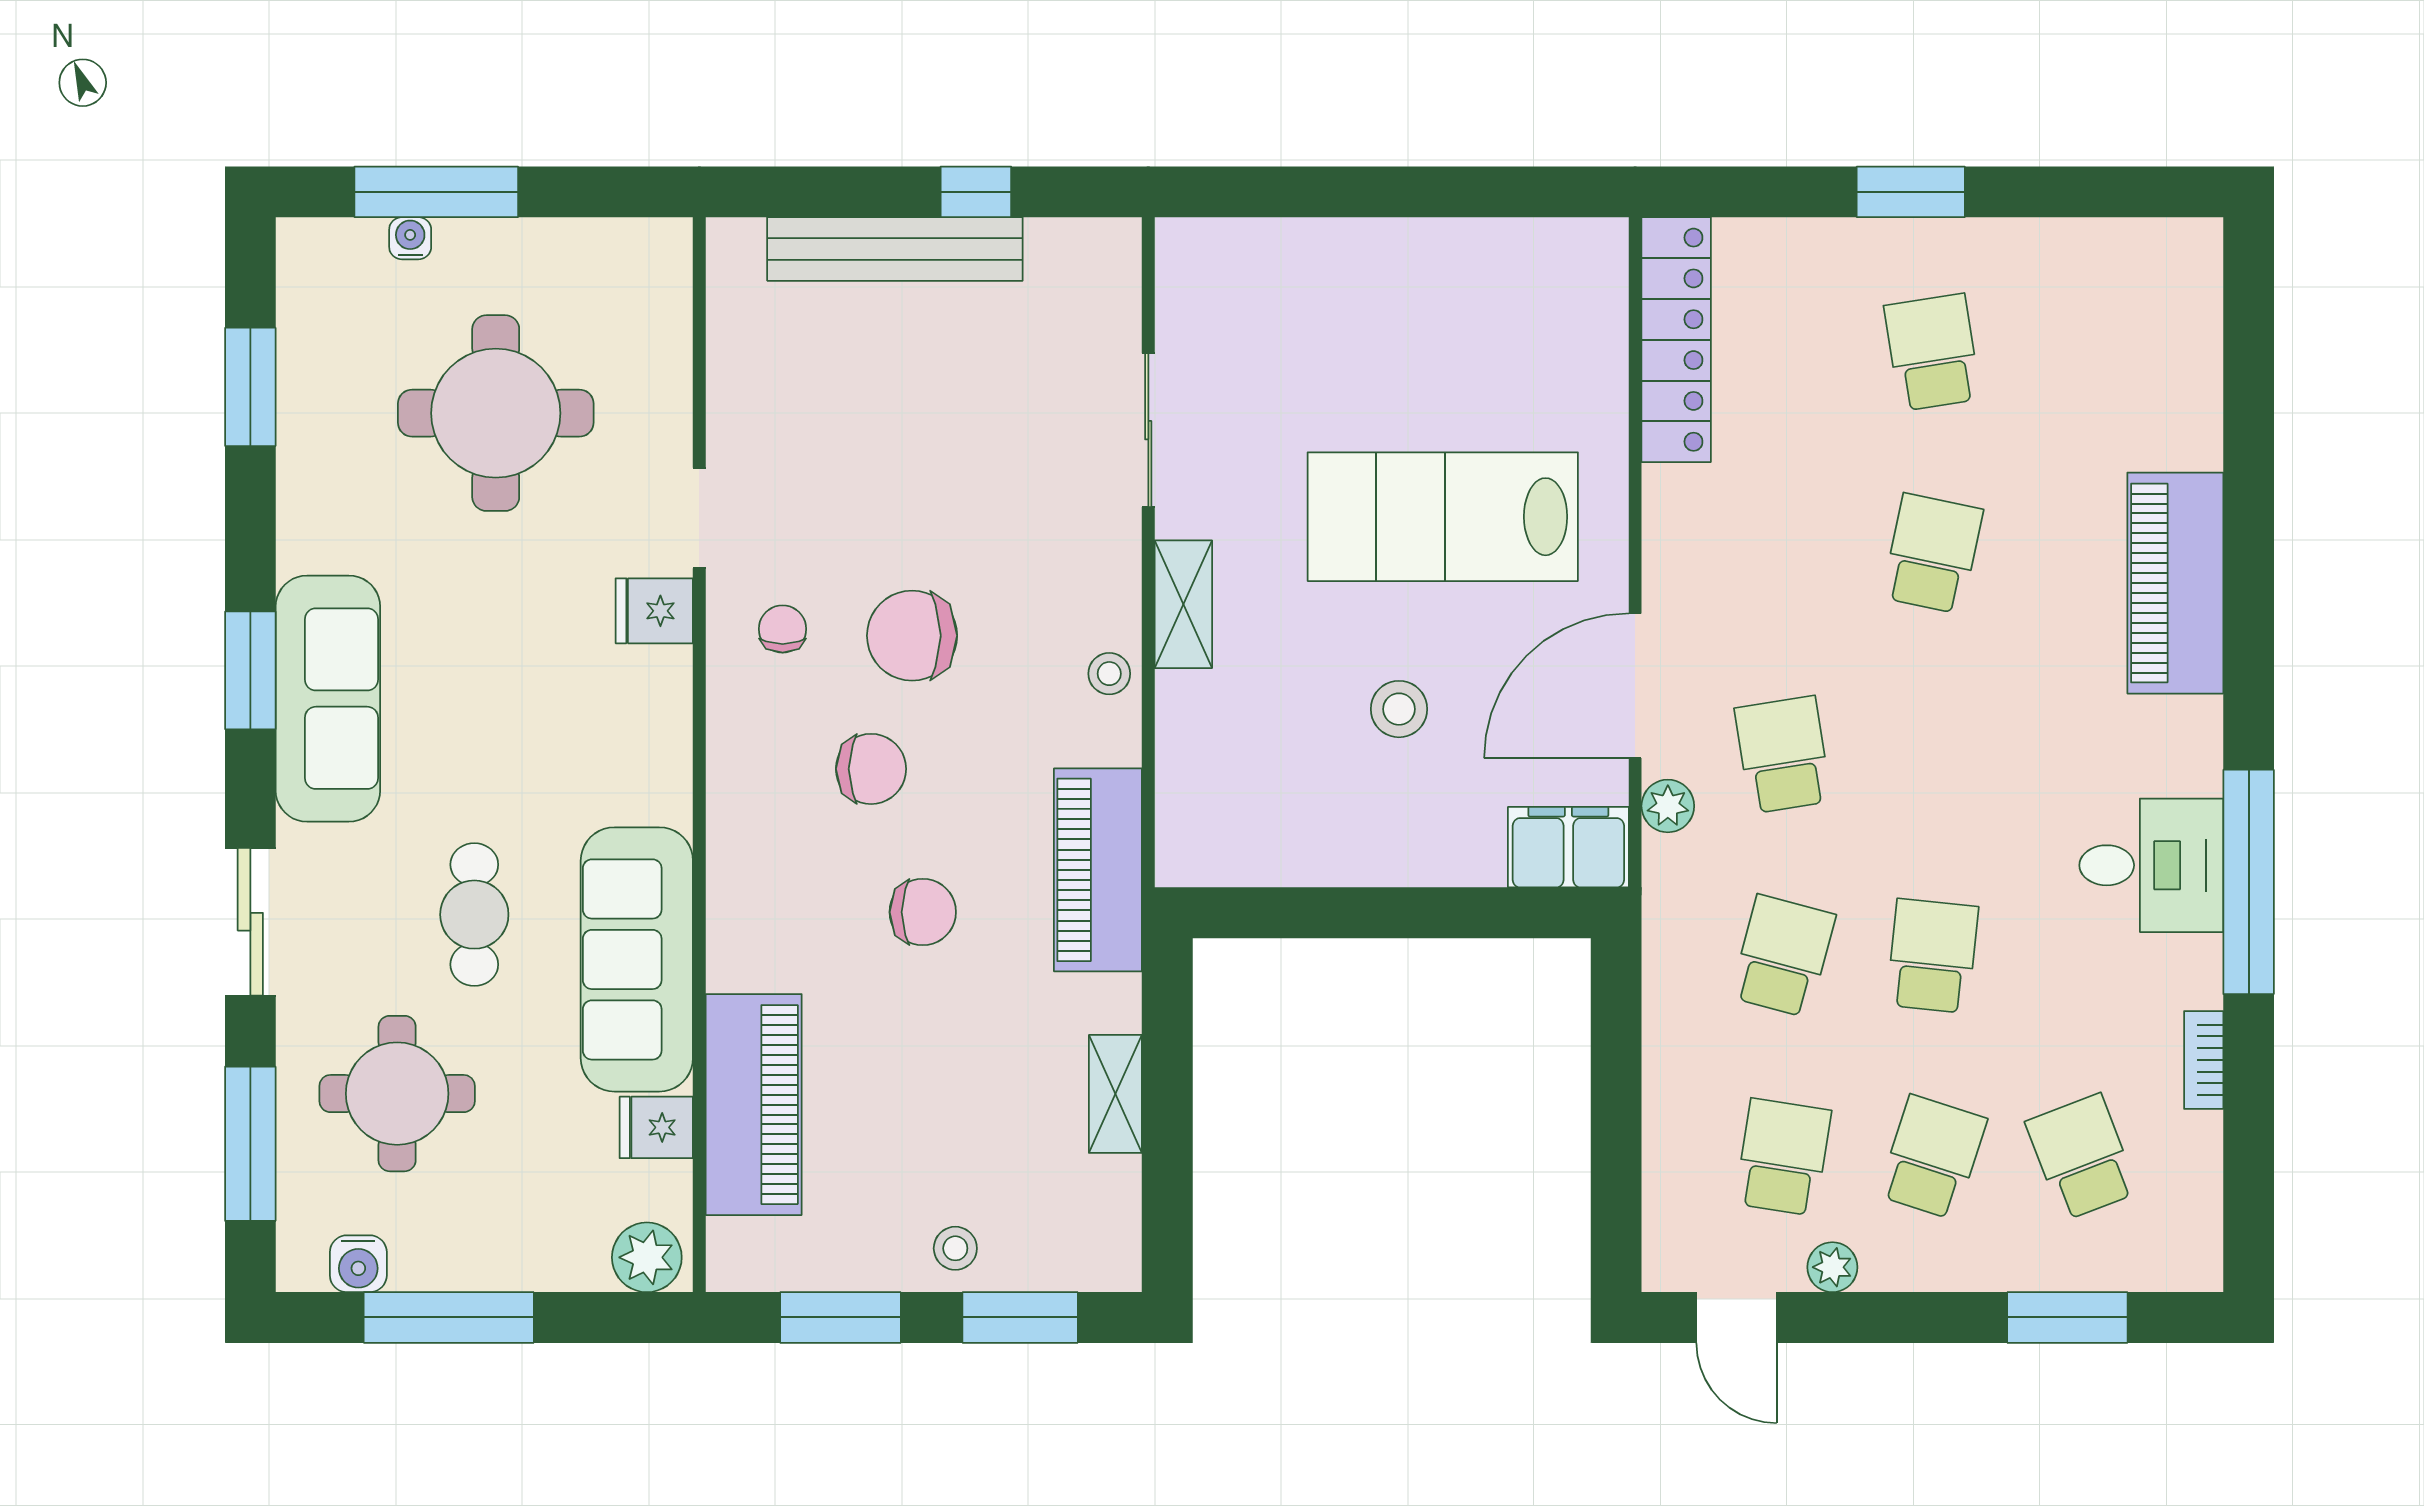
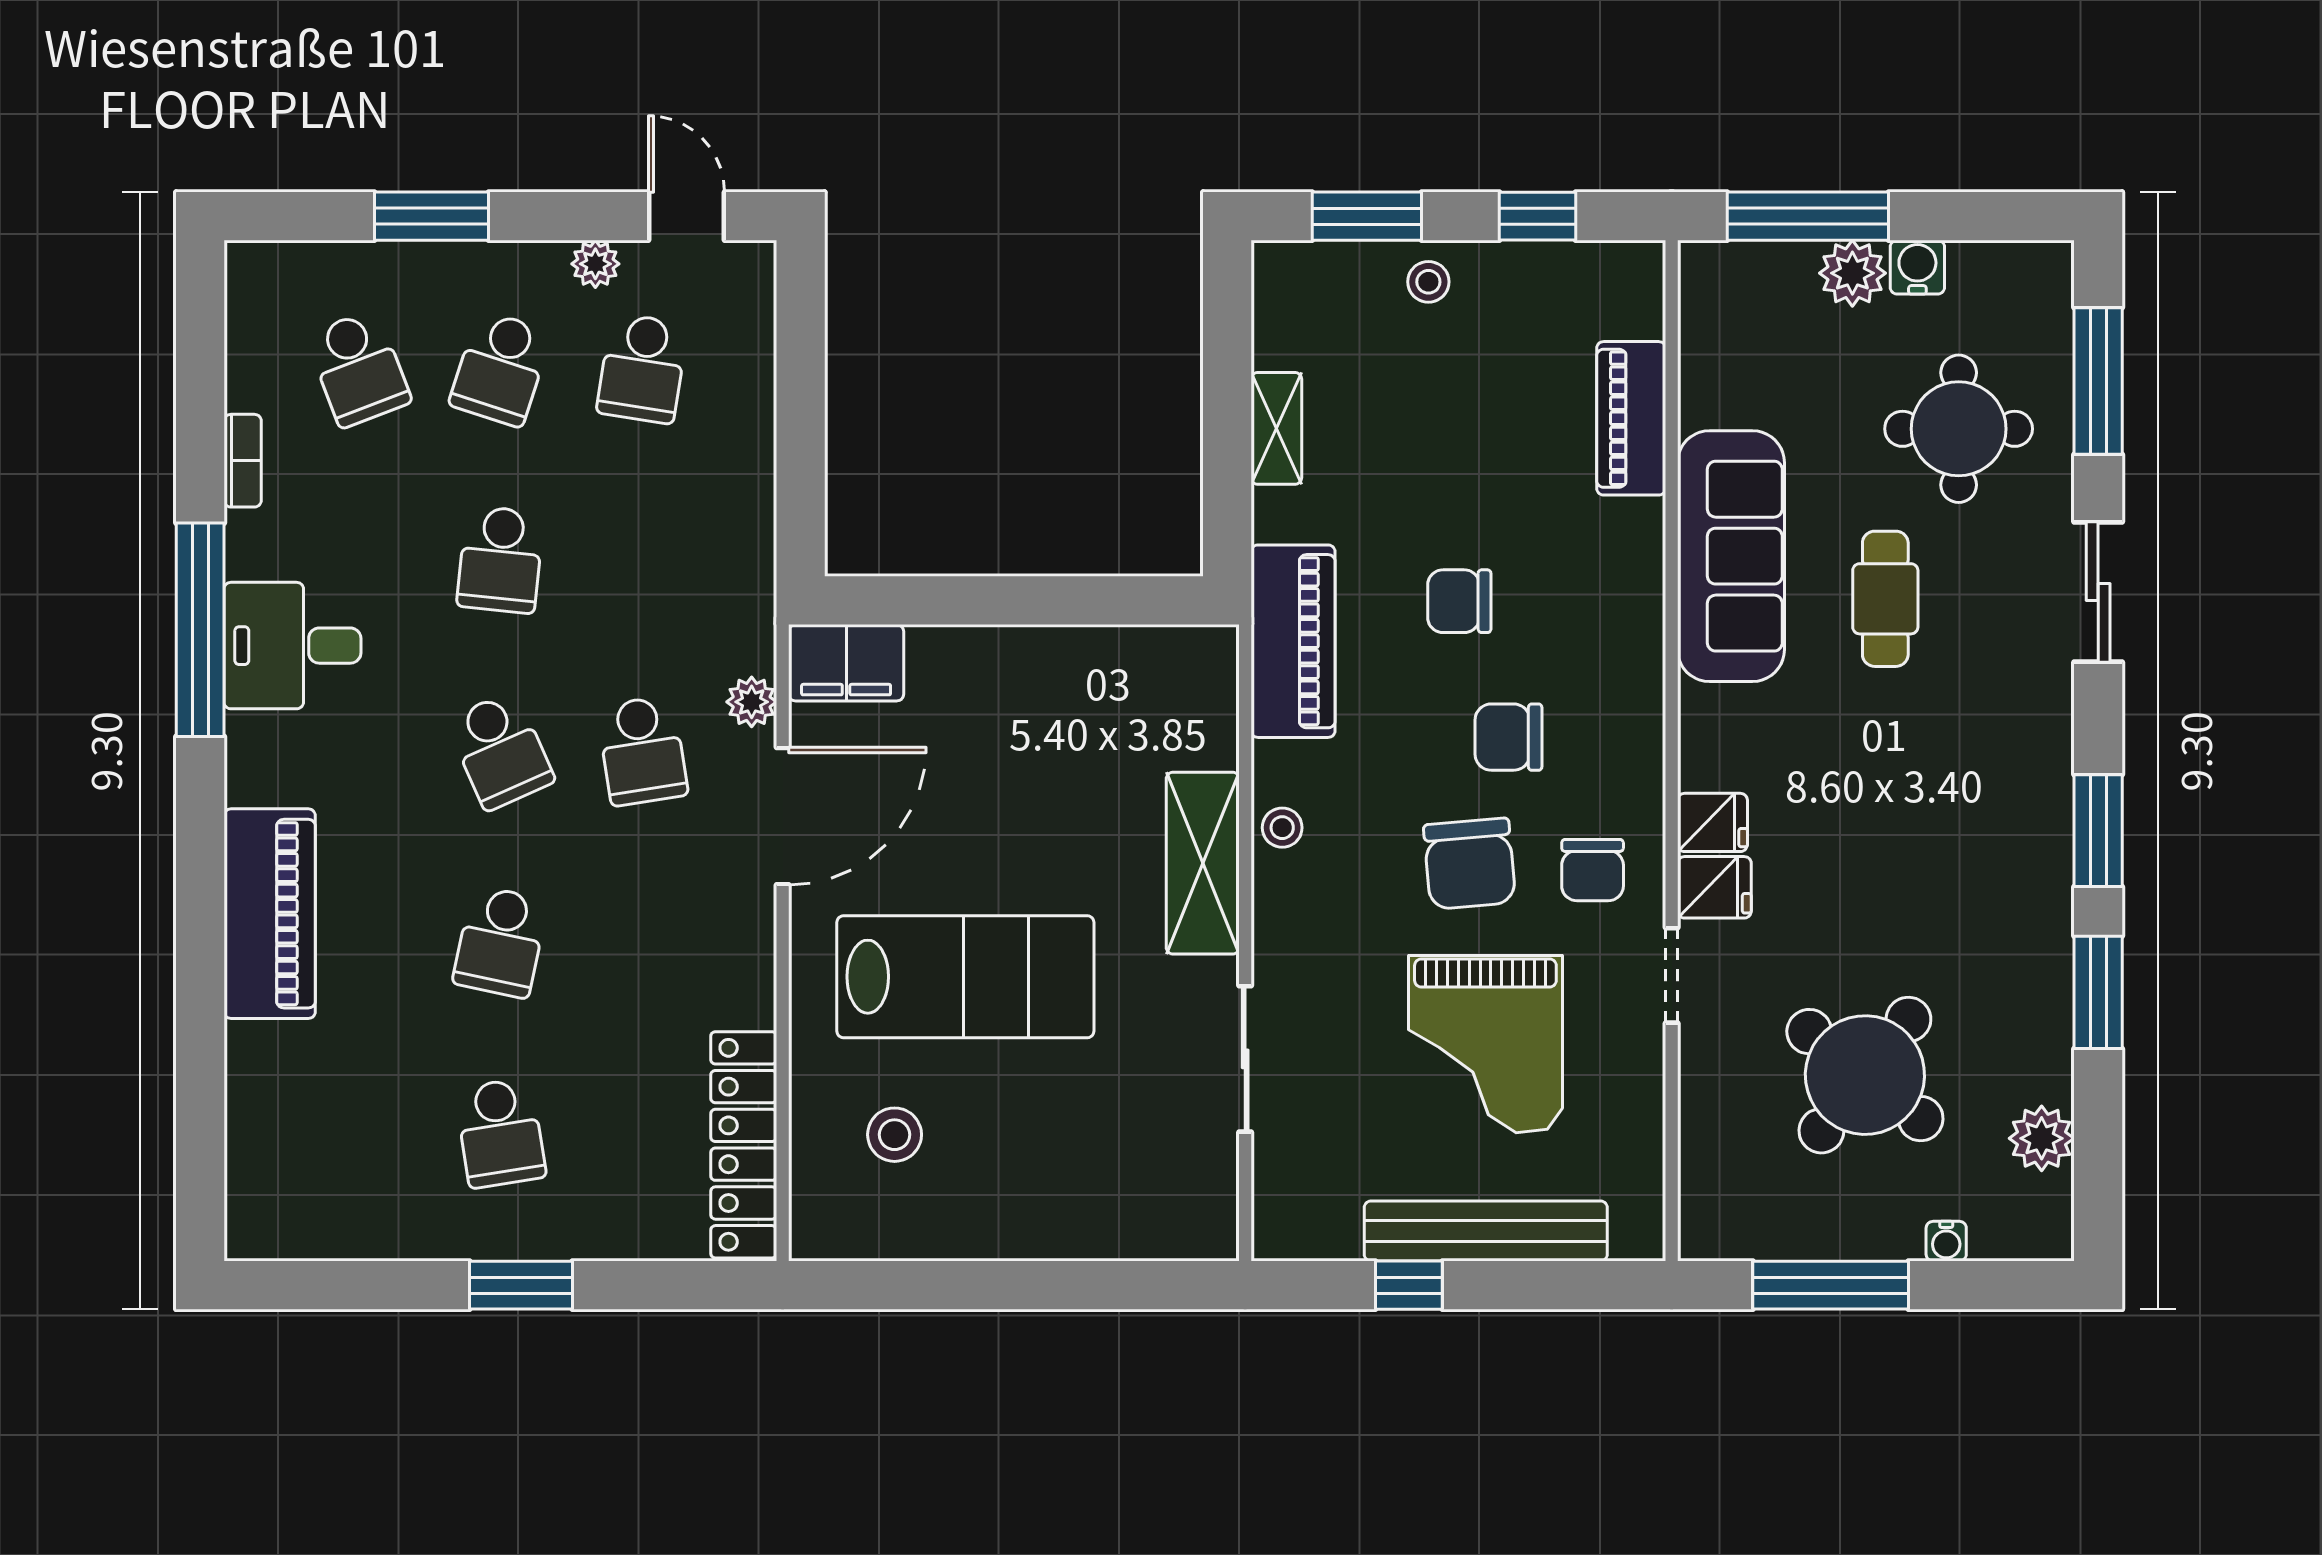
window: (436, 192) -> (1831, 1285), moved
plant: (310, 347) -> (2042, 1138), added
window: (250, 387) -> (2098, 992), moved
round table: (496, 413) -> (1865, 1075), turned 38
grand piano: (895, 446) -> (1485, 1044), added
shelving: (1183, 604) -> (1203, 863), width x1.50, depth x1.33
chair: (783, 629) -> (1593, 870), width x1.37, depth x1.37
chair: (912, 636) -> (1470, 864), turned 85
sofa: (328, 699) -> (2024, 804), removed
stool: (1399, 709) -> (895, 1135), moved
school desk: (1783, 956) -> (500, 751), moved, turned -39
piano: (754, 1105) -> (1631, 418), width x0.73, depth x0.75
fridge: (656, 1127) -> (1712, 822), moved
plant: (647, 1257) -> (1852, 273), moved
water cooler: (358, 1264) -> (1917, 267), moved
window: (449, 1317) -> (1808, 216), moved
window: (840, 1317) -> (1538, 216), width x0.67
window: (2067, 1317) -> (432, 216), moved

